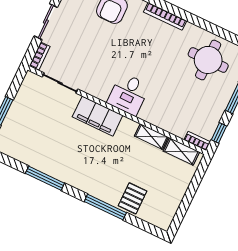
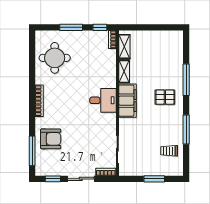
filing cabinet: (98, 116) -> (128, 101), moved
trolley: (29, 145) -> (169, 151), added
pallet: (133, 198) -> (165, 97), moved

